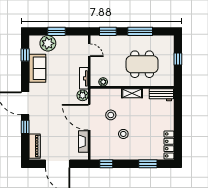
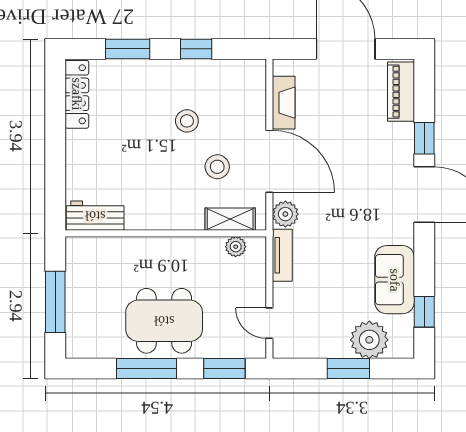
window: (178, 59) -> (55, 302), width x2.17
dining table: (142, 64) -> (164, 321), moved
shelving: (132, 93) -> (230, 219), moved
window: (106, 164) -> (196, 49), moved

